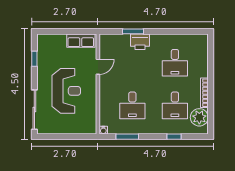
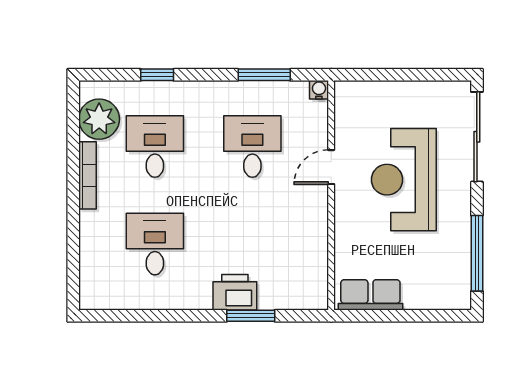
window: (34, 59) -> (477, 253), width x2.17
door: (98, 67) -> (331, 167), moved

